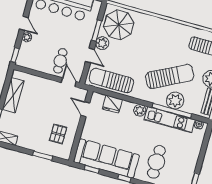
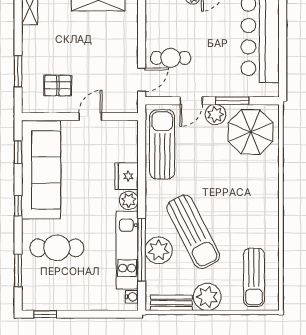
fridge: (112, 104) -> (126, 176), moved
door: (85, 109) -> (90, 117), moved

